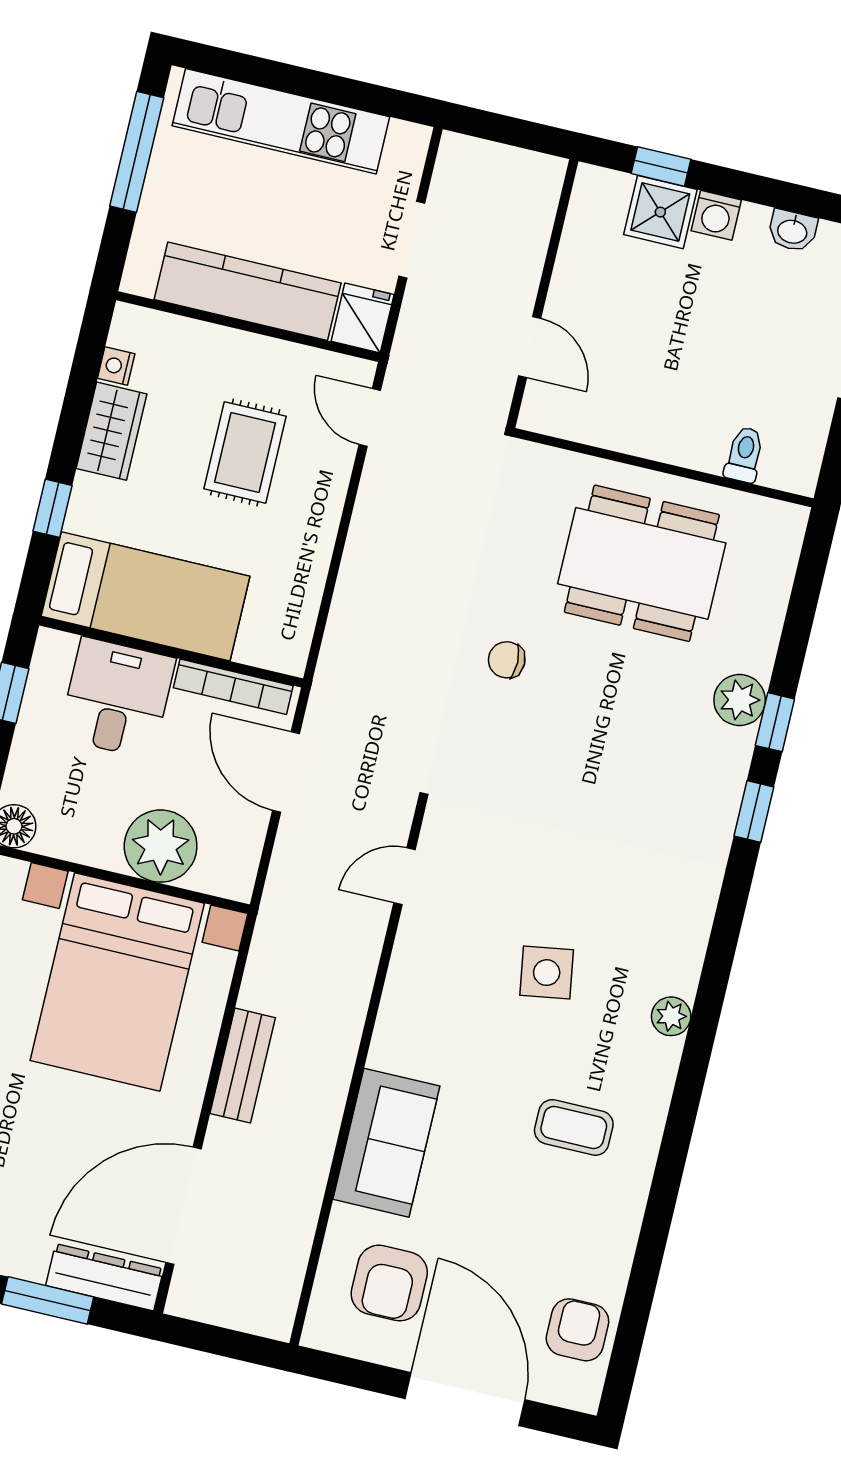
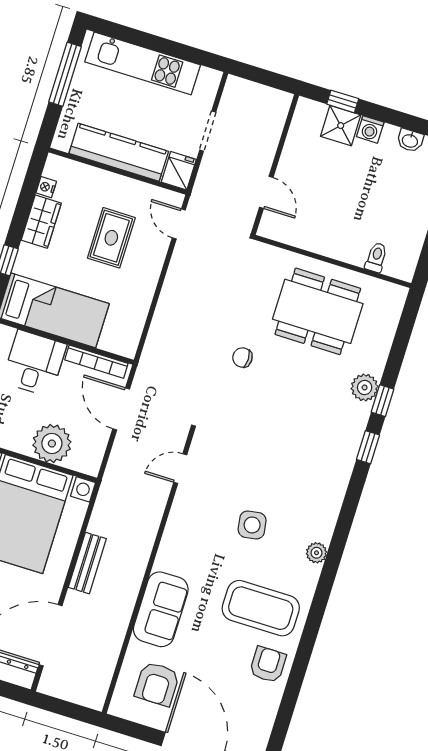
coffee table: (574, 1127) -> (261, 608), width x1.86, depth x1.72
armchair: (577, 1330) -> (268, 665), moved

